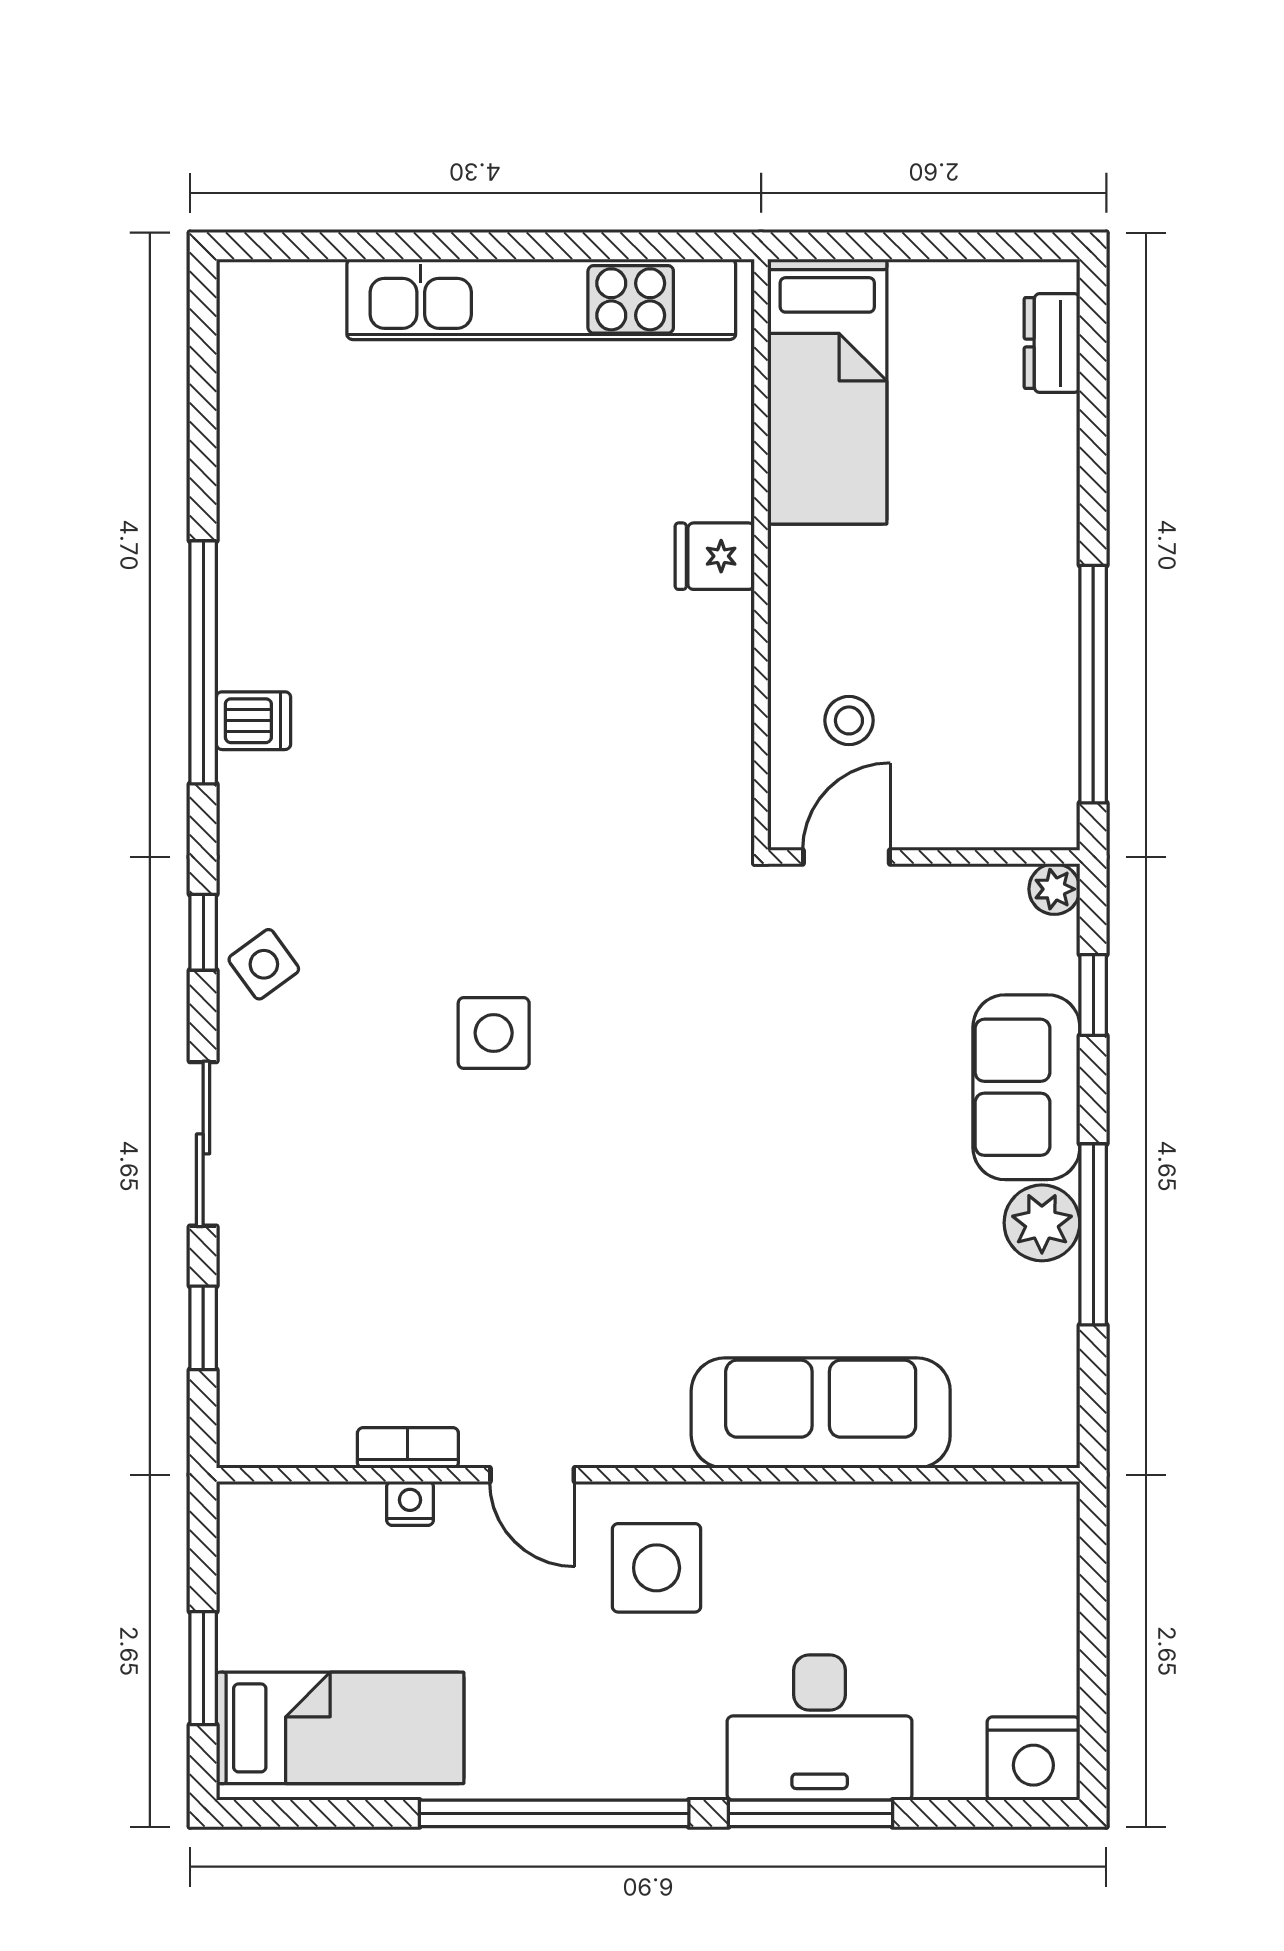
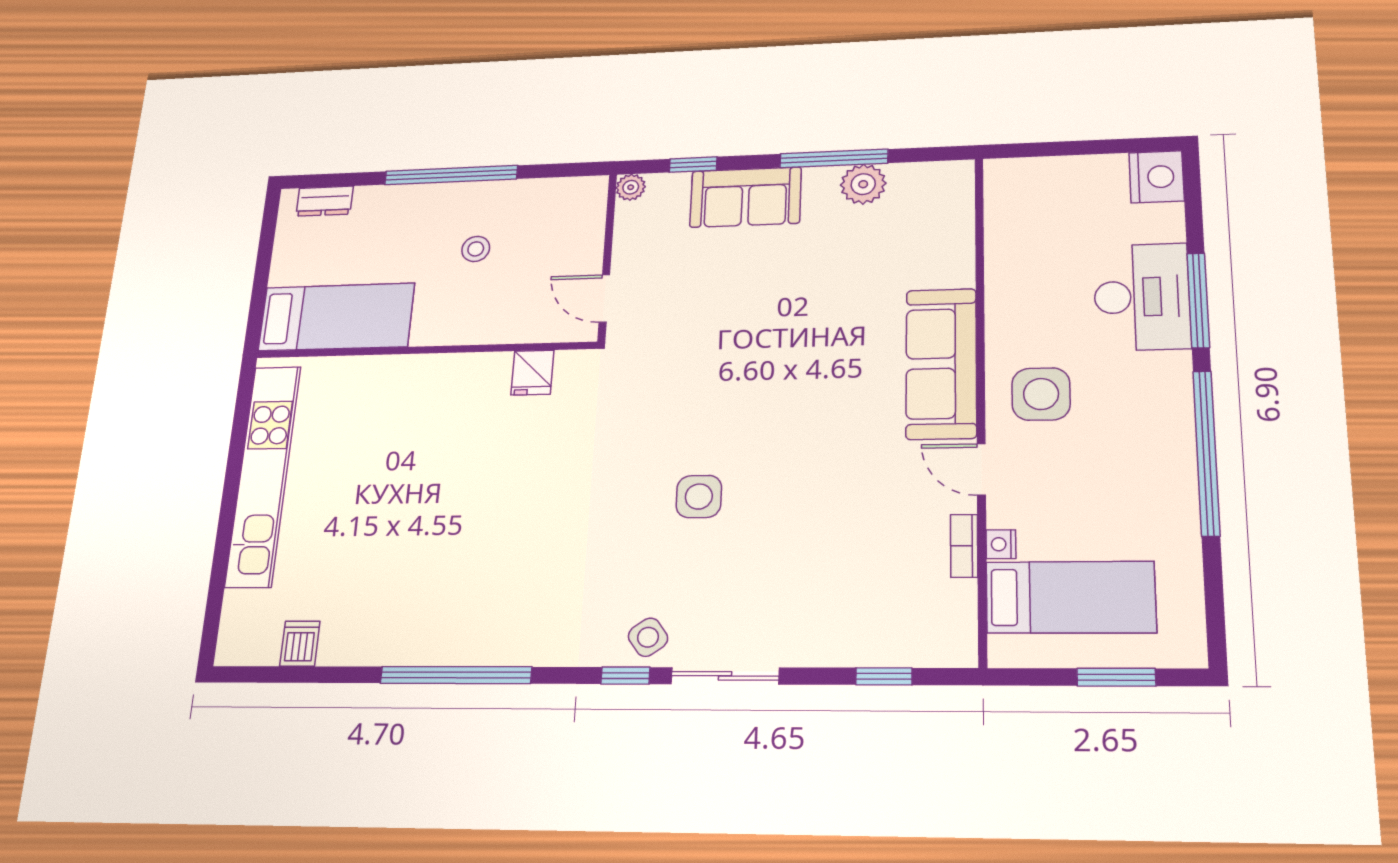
fridge: (715, 556) -> (532, 373), moved
window: (1093, 684) -> (451, 175), moved
stool: (849, 720) -> (476, 249), moved
dishwasher: (254, 721) -> (300, 644), moved
sliding door: (203, 1144) -> (725, 676), moved
plant: (1042, 1223) -> (863, 184), moved
sofa: (821, 1413) -> (941, 363), moved
door: (532, 1475) -> (981, 469), swing flipped
bed: (340, 1728) -> (1070, 597), moved, turned 90

